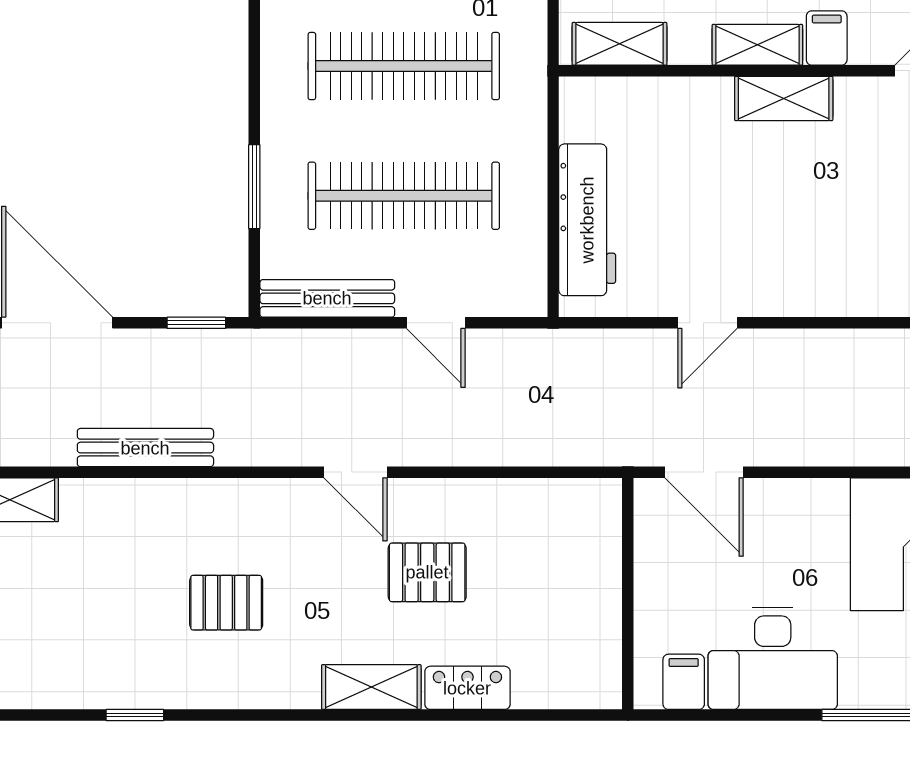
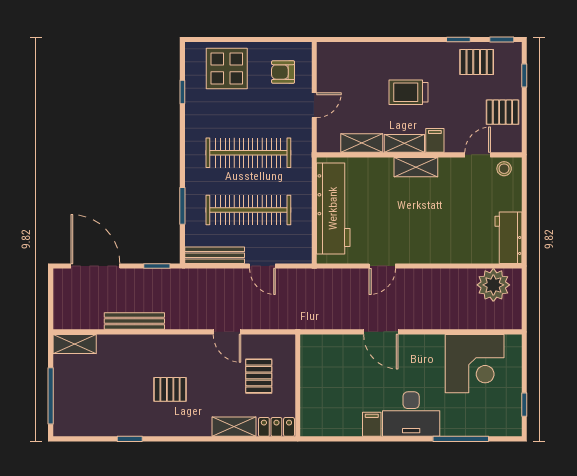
shelving: (619, 44) -> (362, 143), moved
workbench: (587, 220) -> (333, 208), width x1.36, depth x1.32
pallet: (427, 572) -> (259, 376), turned 90
wall: (628, 594) -> (298, 385), moved

